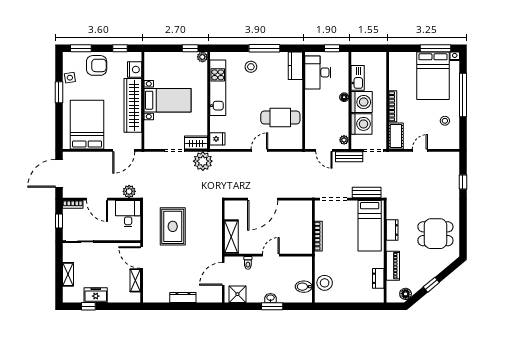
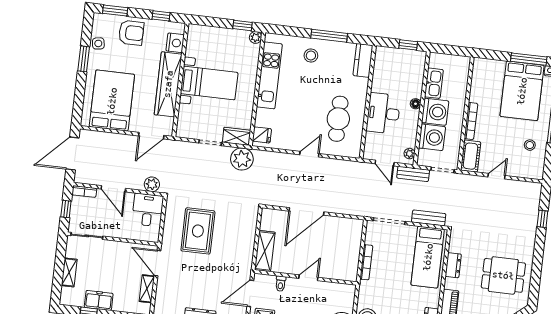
desk: (318, 72) -> (383, 113), moved
cafe table: (280, 118) -> (338, 119), turned 90

